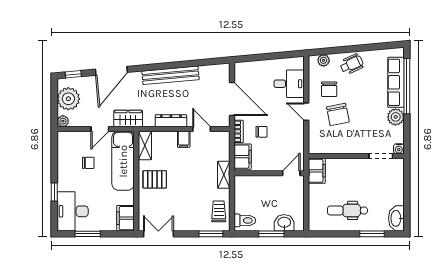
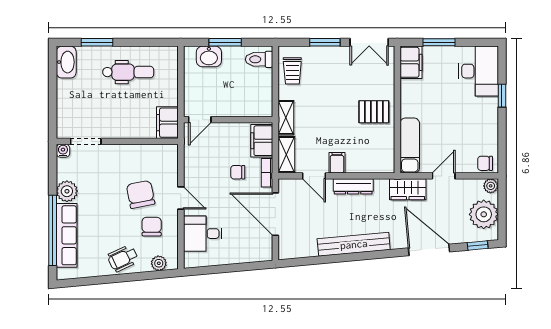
door: (111, 71) -> (429, 250), hinge flipped
shelving: (145, 145) -> (286, 155), moved
exam couch: (123, 161) -> (410, 146), width x0.73, depth x0.69
chair: (88, 163) -> (485, 163), moved
window: (88, 234) -> (439, 42), moved
window: (211, 234) -> (325, 42), moved

